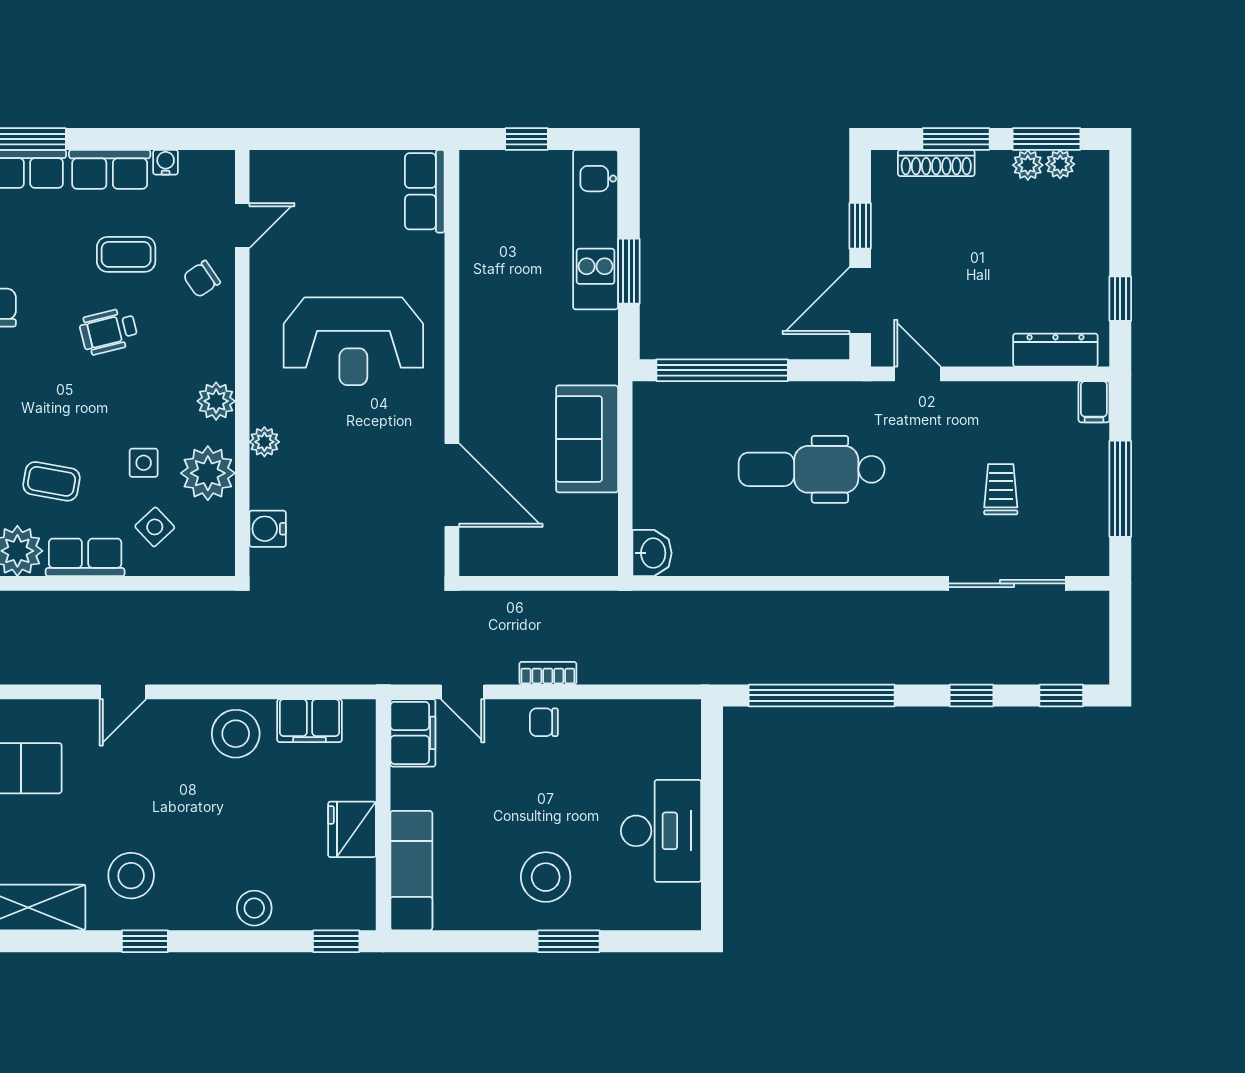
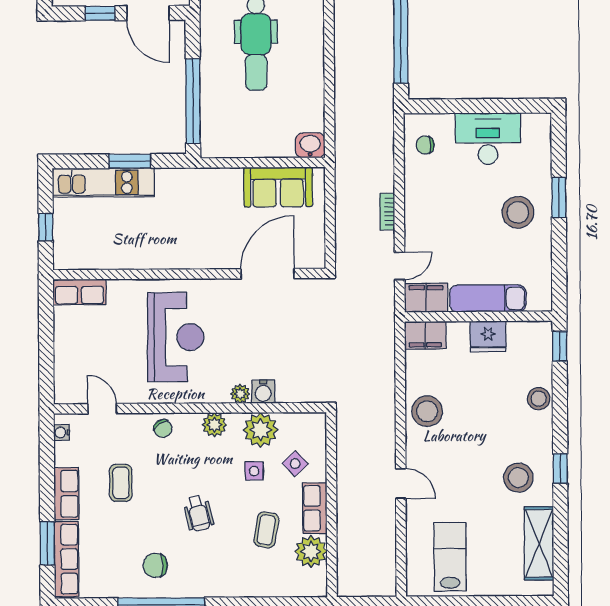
water cooler: (166, 162) -> (62, 432), moved
chair: (202, 279) -> (163, 428), moved
wheelchair: (109, 331) -> (198, 513), moved
sofa: (587, 439) -> (278, 187), moved
water cooler: (268, 529) -> (263, 392), moved
filing cabinet: (310, 721) -> (425, 335), moved, turned 90
chair: (544, 722) -> (425, 145), moved, turned 90
exam couch: (411, 871) -> (488, 298), moved

